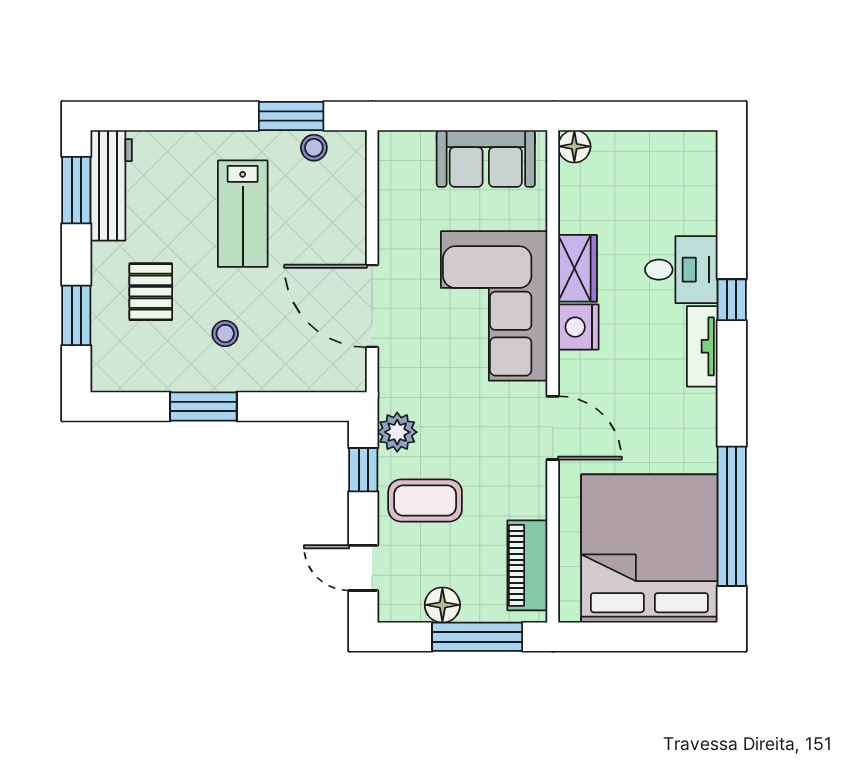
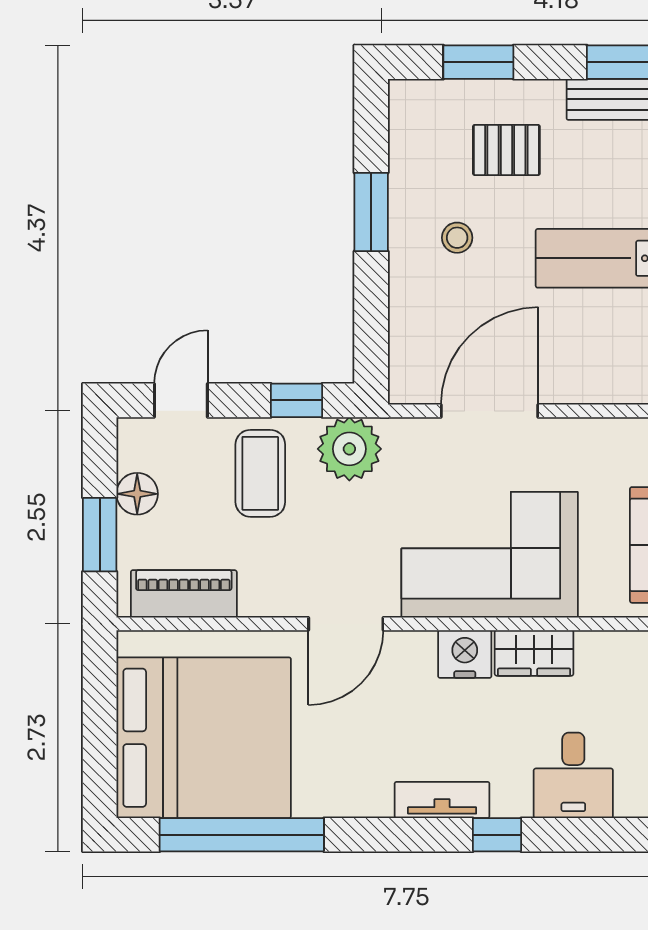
desk: (681, 270) -> (573, 775), moved
plant: (397, 432) -> (349, 449), width x1.36, depth x1.36
window: (477, 637) -> (100, 535), width x0.69

